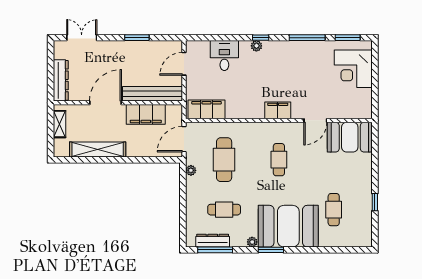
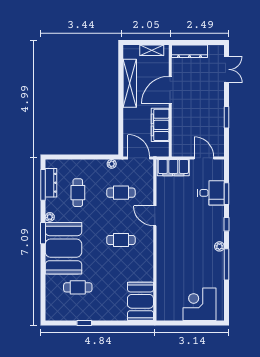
window: (348, 38) -> (227, 194), moved
plant: (256, 46) -> (219, 246), moved
bench: (153, 94) -> (178, 131), removed
door: (105, 103) -> (170, 90), swing flipped
filing cabinet: (207, 109) -> (173, 168), moved, turned 90
filing cabinet: (278, 110) -> (164, 239), removed
door: (315, 120) -> (155, 216), moved
cafe table: (224, 160) -> (121, 193), width x0.73, depth x0.74

